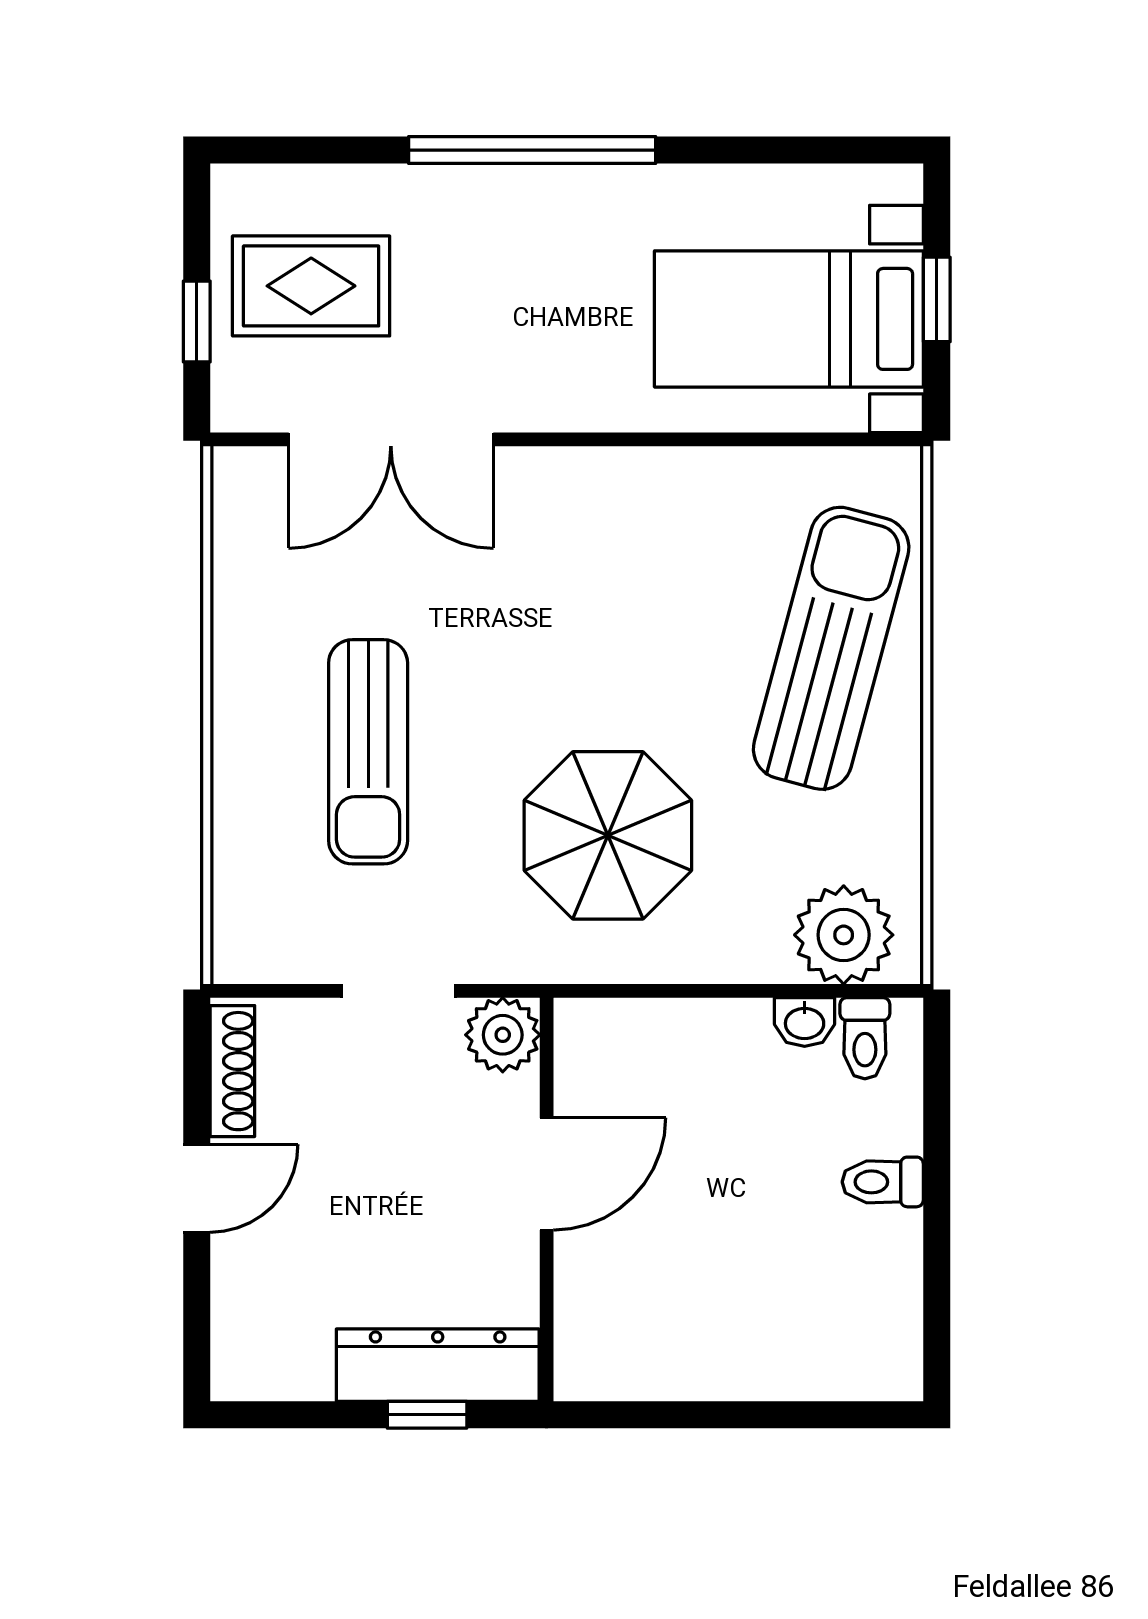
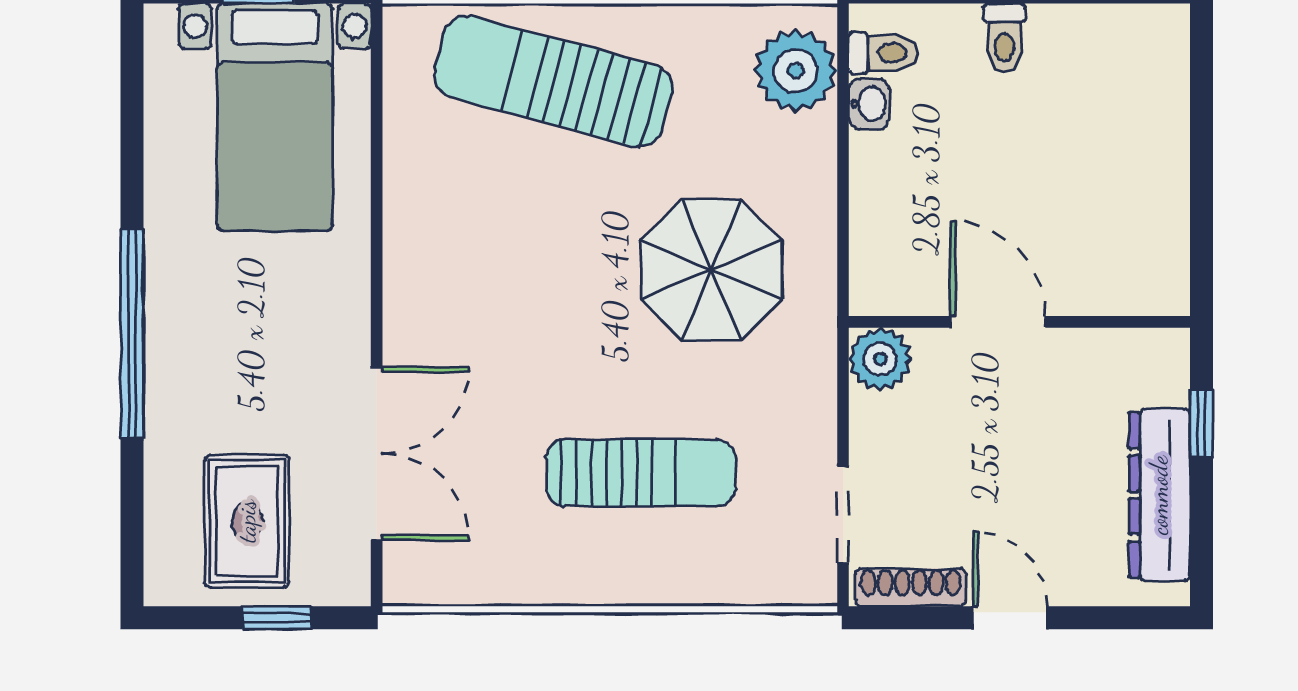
doorway: (399, 991) -> (843, 515), moved
dresser: (438, 1365) -> (1159, 495), moved

